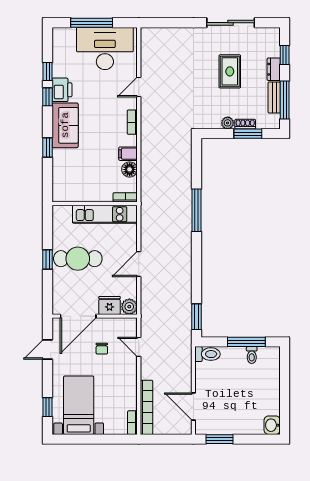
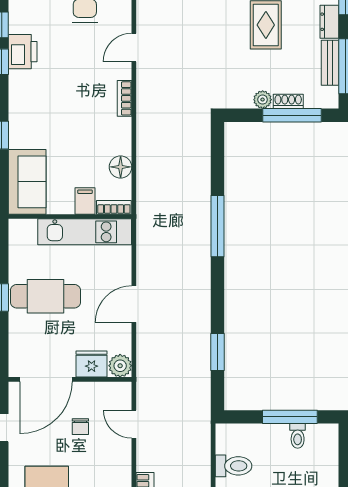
sofa: (65, 125) -> (27, 182), moved
window: (248, 134) -> (292, 115), width x1.44
filing cabinet: (128, 154) -> (85, 201), moved, turned 90
window: (196, 317) -> (218, 352), moved
toilet: (208, 354) -> (234, 466), moved

